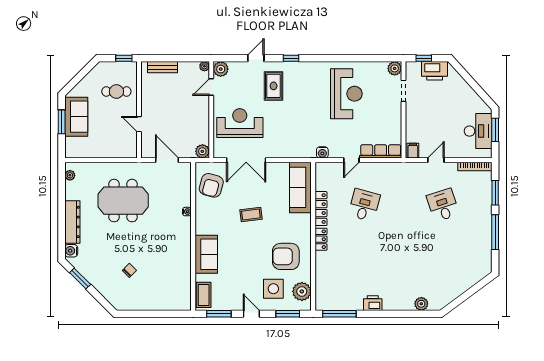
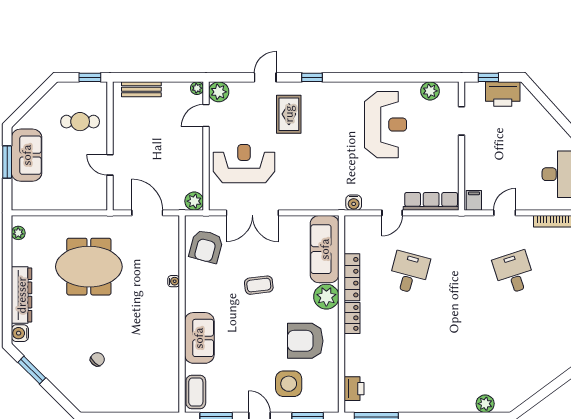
plant: (395, 68) -> (430, 91), moved
plant: (302, 291) -> (326, 297), moved
printer: (373, 303) -> (354, 389), moved, turned 90

